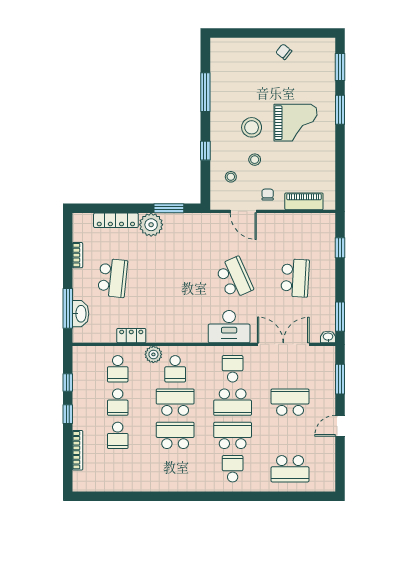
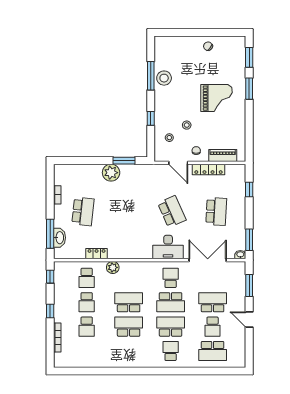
stool: (252, 127) -> (164, 78), moved
locker: (116, 220) -> (208, 169), moved
school desk: (175, 369) -> (213, 327), moved
window: (68, 383) -> (50, 277), moved
door: (340, 426) -> (249, 320), hinge flipped

